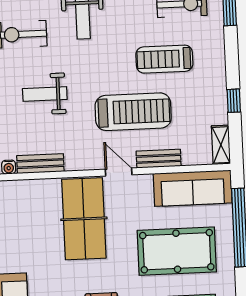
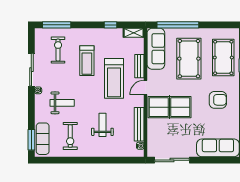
weight bench: (45, 94) -> (102, 125), turned 180
treadmill: (133, 112) -> (114, 78), turned 180
bench: (40, 164) -> (139, 124), width x1.36

